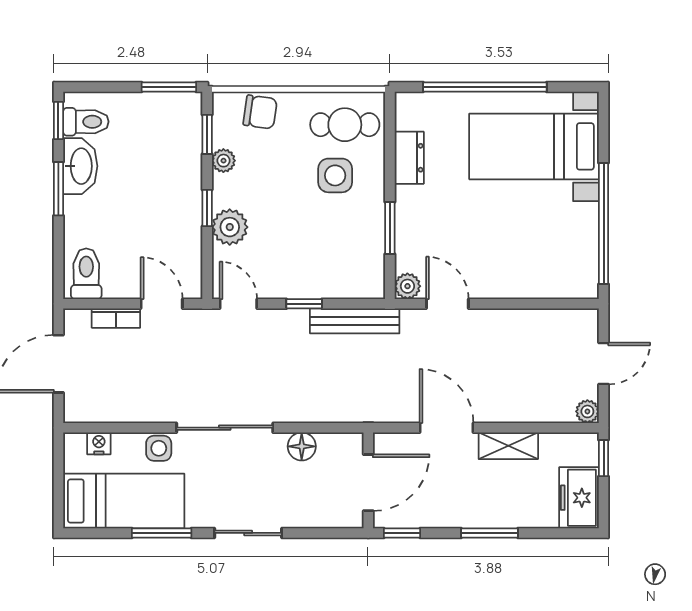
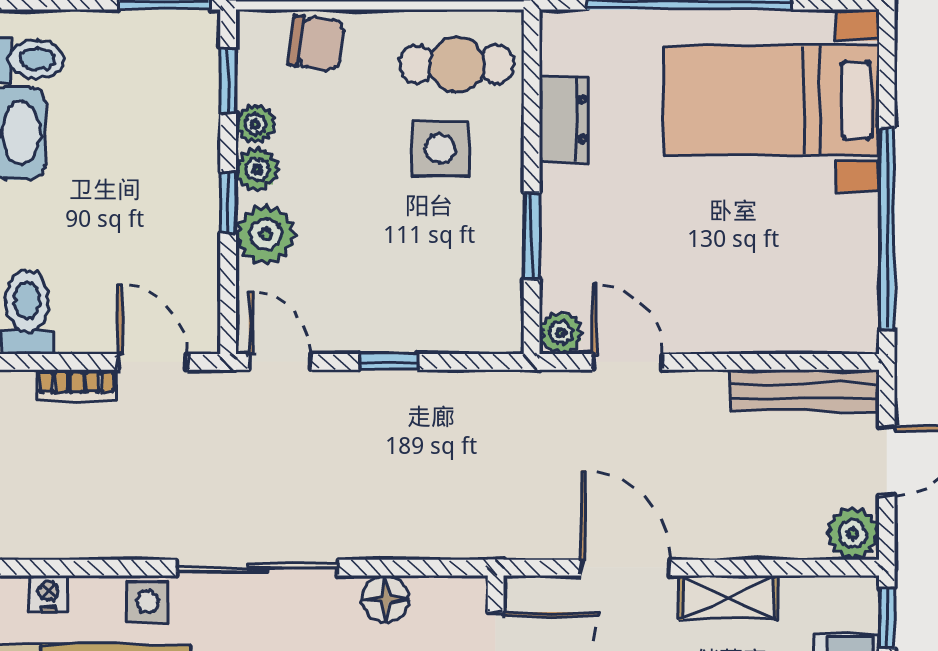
plant: (225, 188) -> (257, 169), added
bench: (355, 321) -> (805, 390), moved
plant: (587, 411) -> (853, 534), width x1.38, depth x1.38

